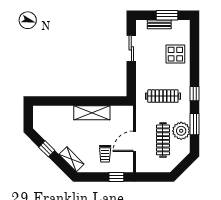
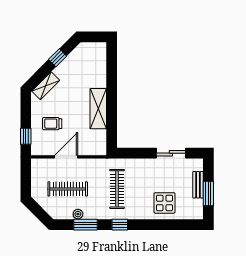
plant: (181, 131) -> (78, 214), width x0.53, depth x0.53
door: (135, 141) -> (66, 157), hinge flipped

